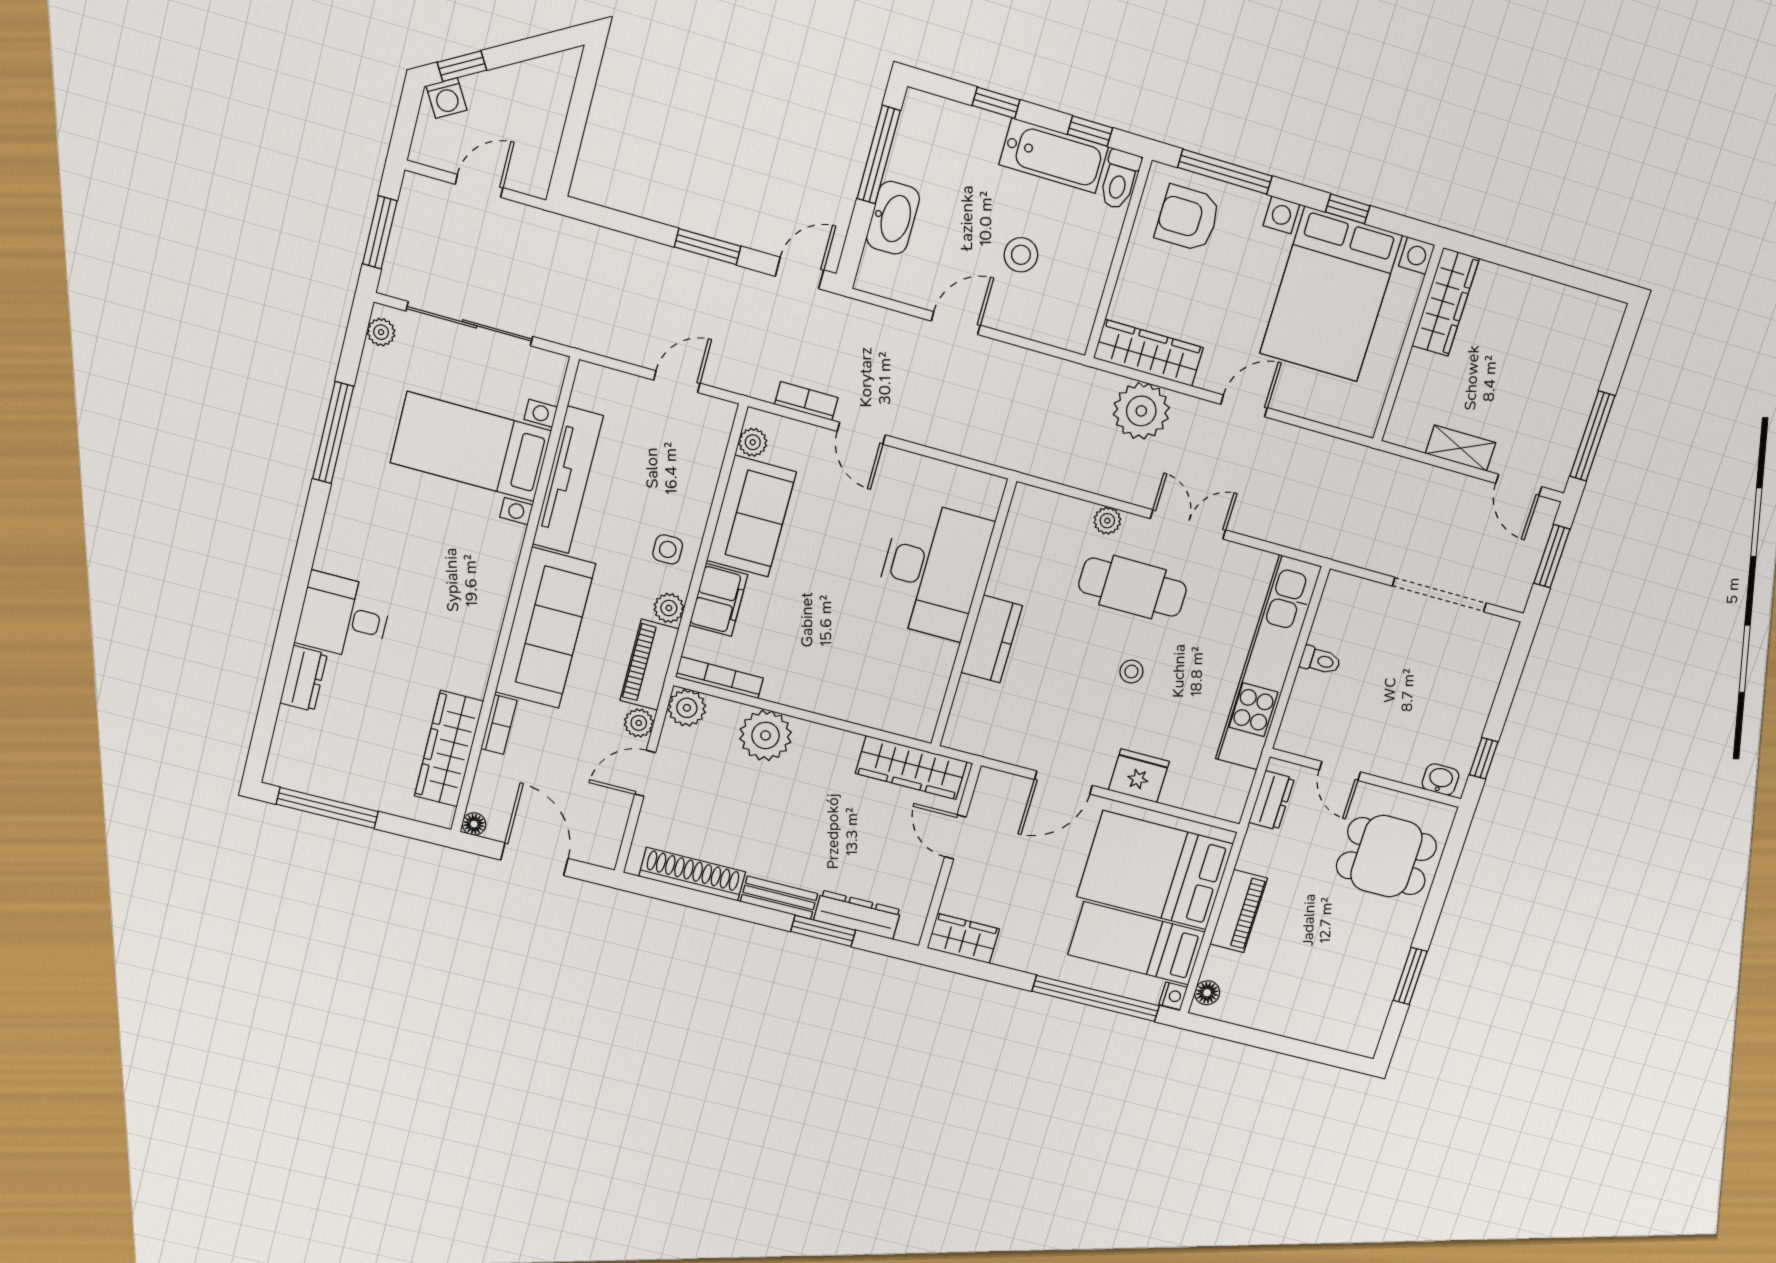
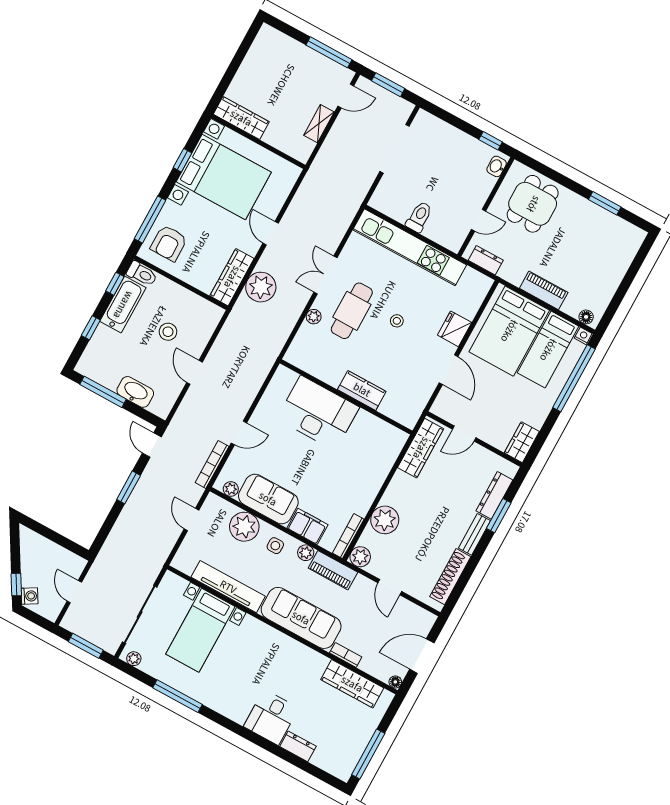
bookcase: (806, 401) -> (212, 465), width x1.56
toilet: (1320, 660) -> (419, 217), width x1.37, depth x1.39
plant: (639, 723) -> (244, 527), moved, width x1.87, depth x1.87

